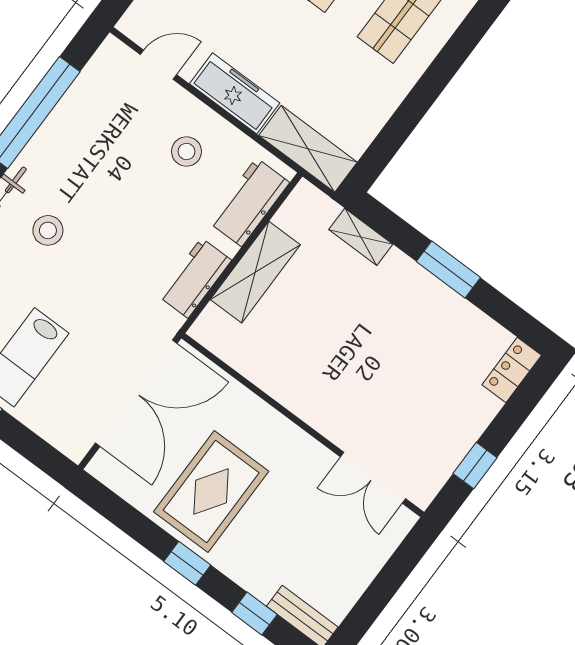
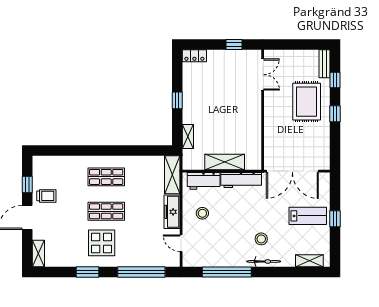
window: (448, 270) -> (177, 100), width x0.67
workbench: (195, 278) -> (241, 180), width x1.38
double door: (136, 393) -> (292, 171), swing flipped
rug: (211, 491) -> (307, 102), moved, turned 90

